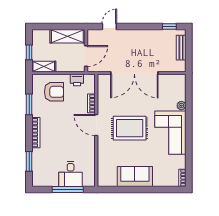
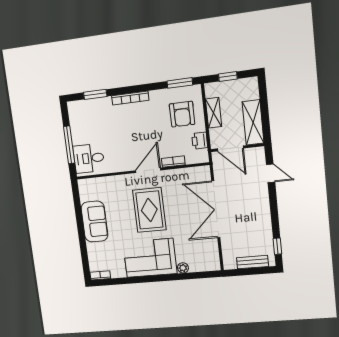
shelving: (44, 67) -> (214, 113), moved
window: (29, 104) -> (180, 83), moved
desk: (71, 174) -> (89, 158), moved

